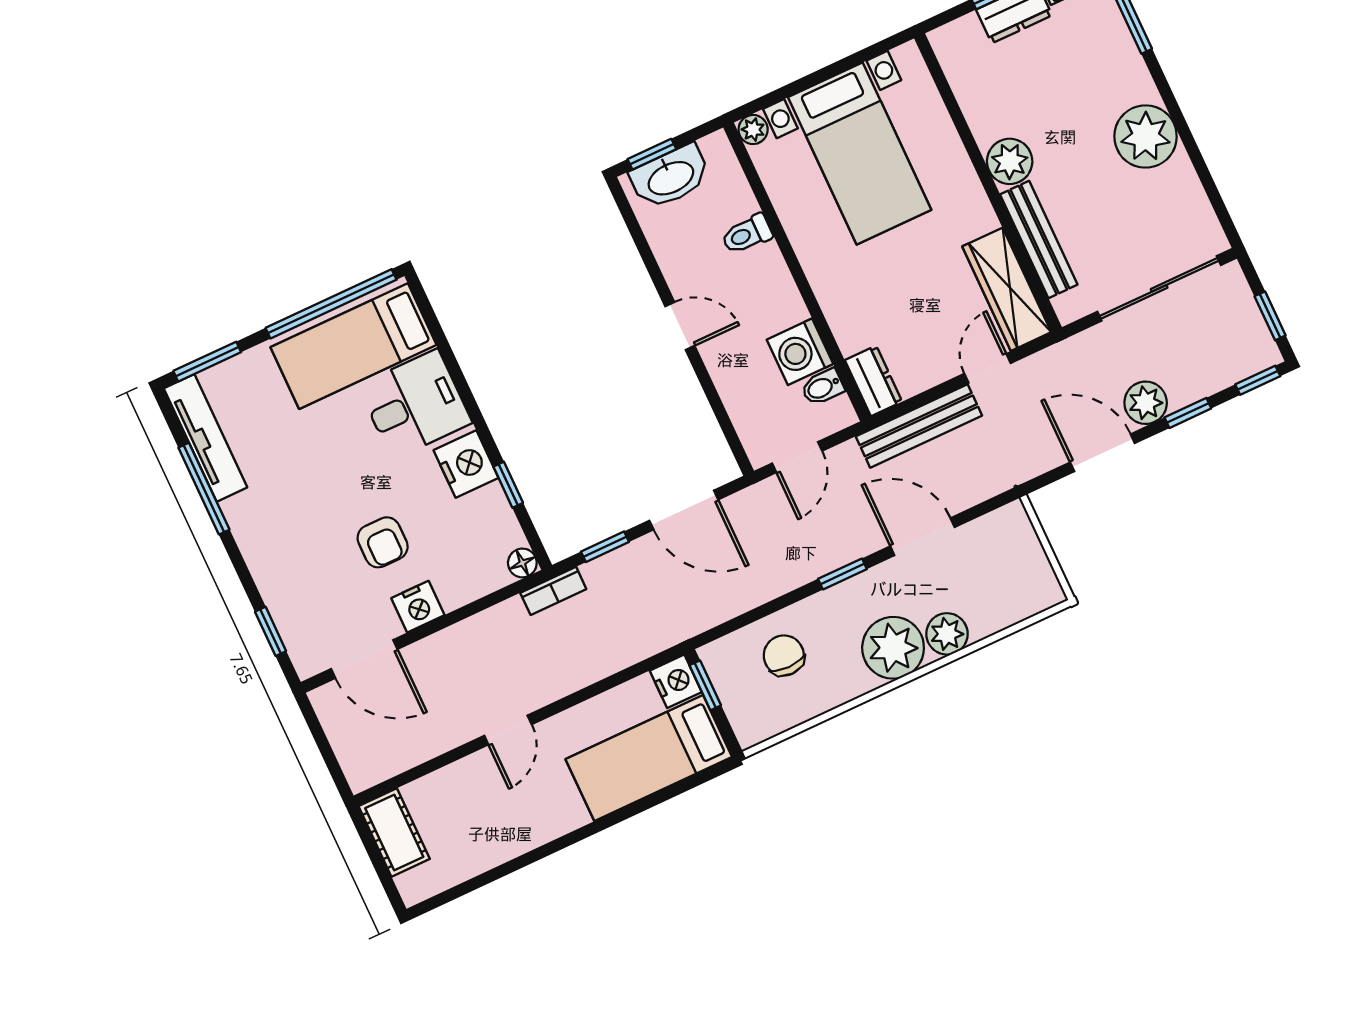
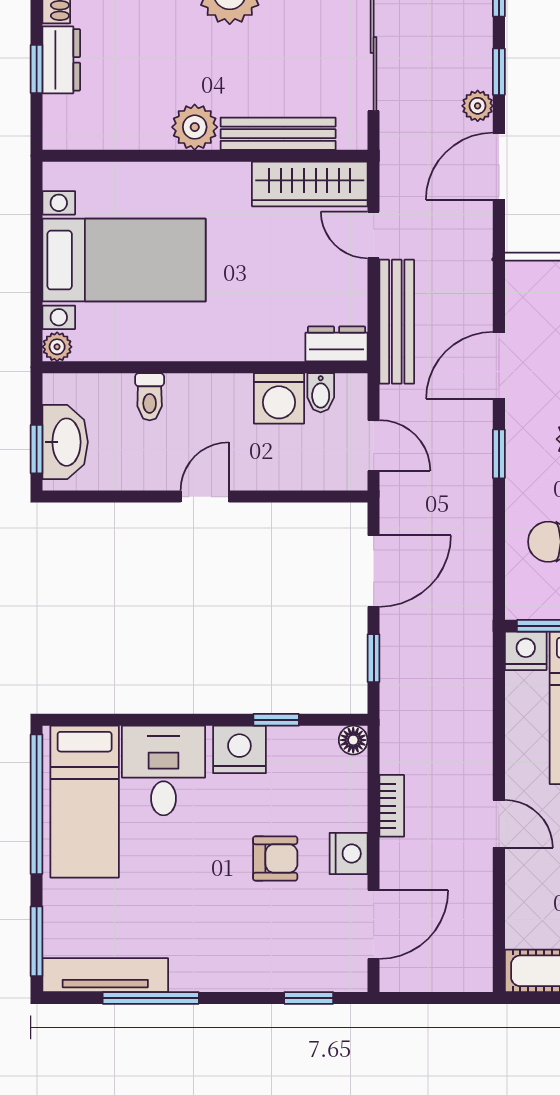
plant: (1146, 403) -> (478, 106), width x0.73, depth x0.73
bookcase: (553, 591) -> (392, 806), moved

